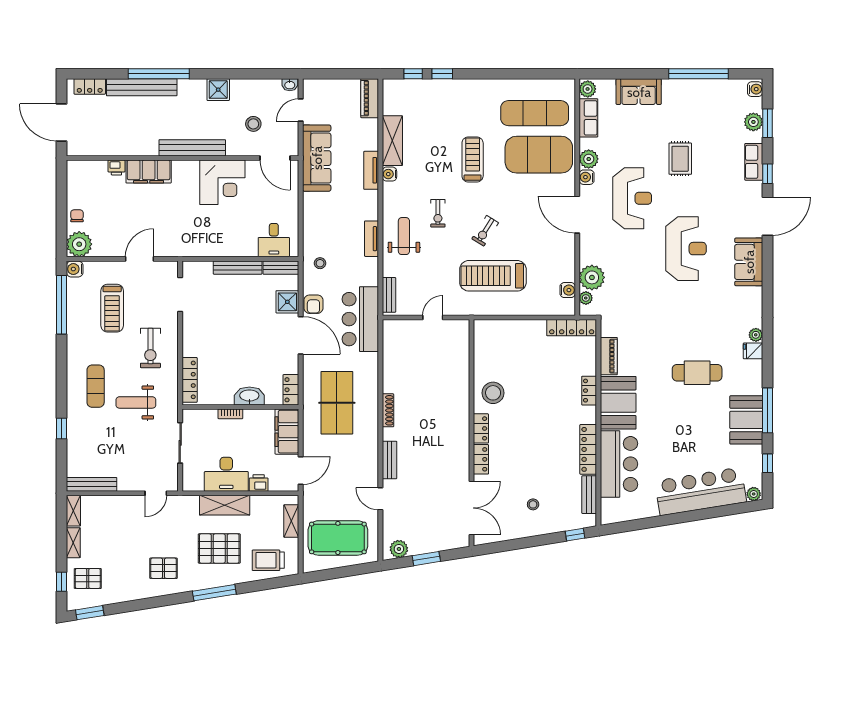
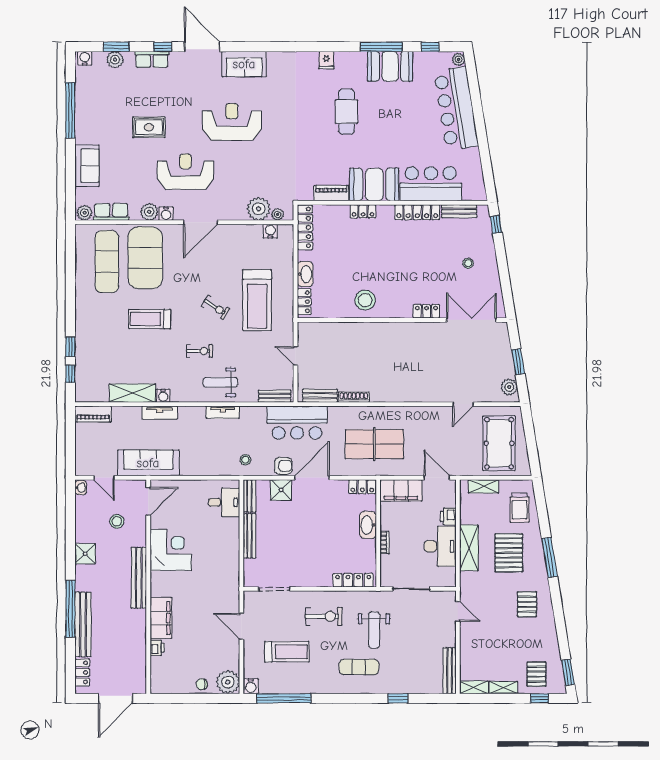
washbasin: (521, 328) -> (305, 274), added
plant: (756, 335) -> (312, 58), removed
shoe rack: (388, 410) -> (354, 397), moved
locker: (481, 428) -> (304, 302), moved, turned 90
bench: (389, 460) -> (320, 396), moved

